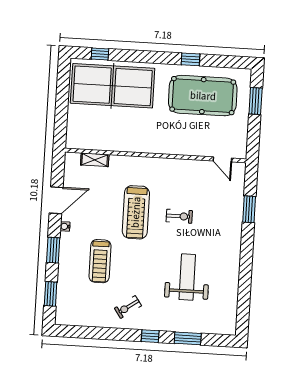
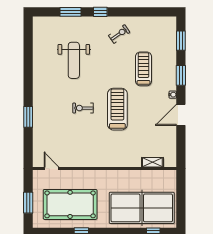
wall: (156, 155) -> (105, 168), moved
door: (222, 159) -> (51, 168), moved
shelving: (95, 160) -> (152, 162), moved

